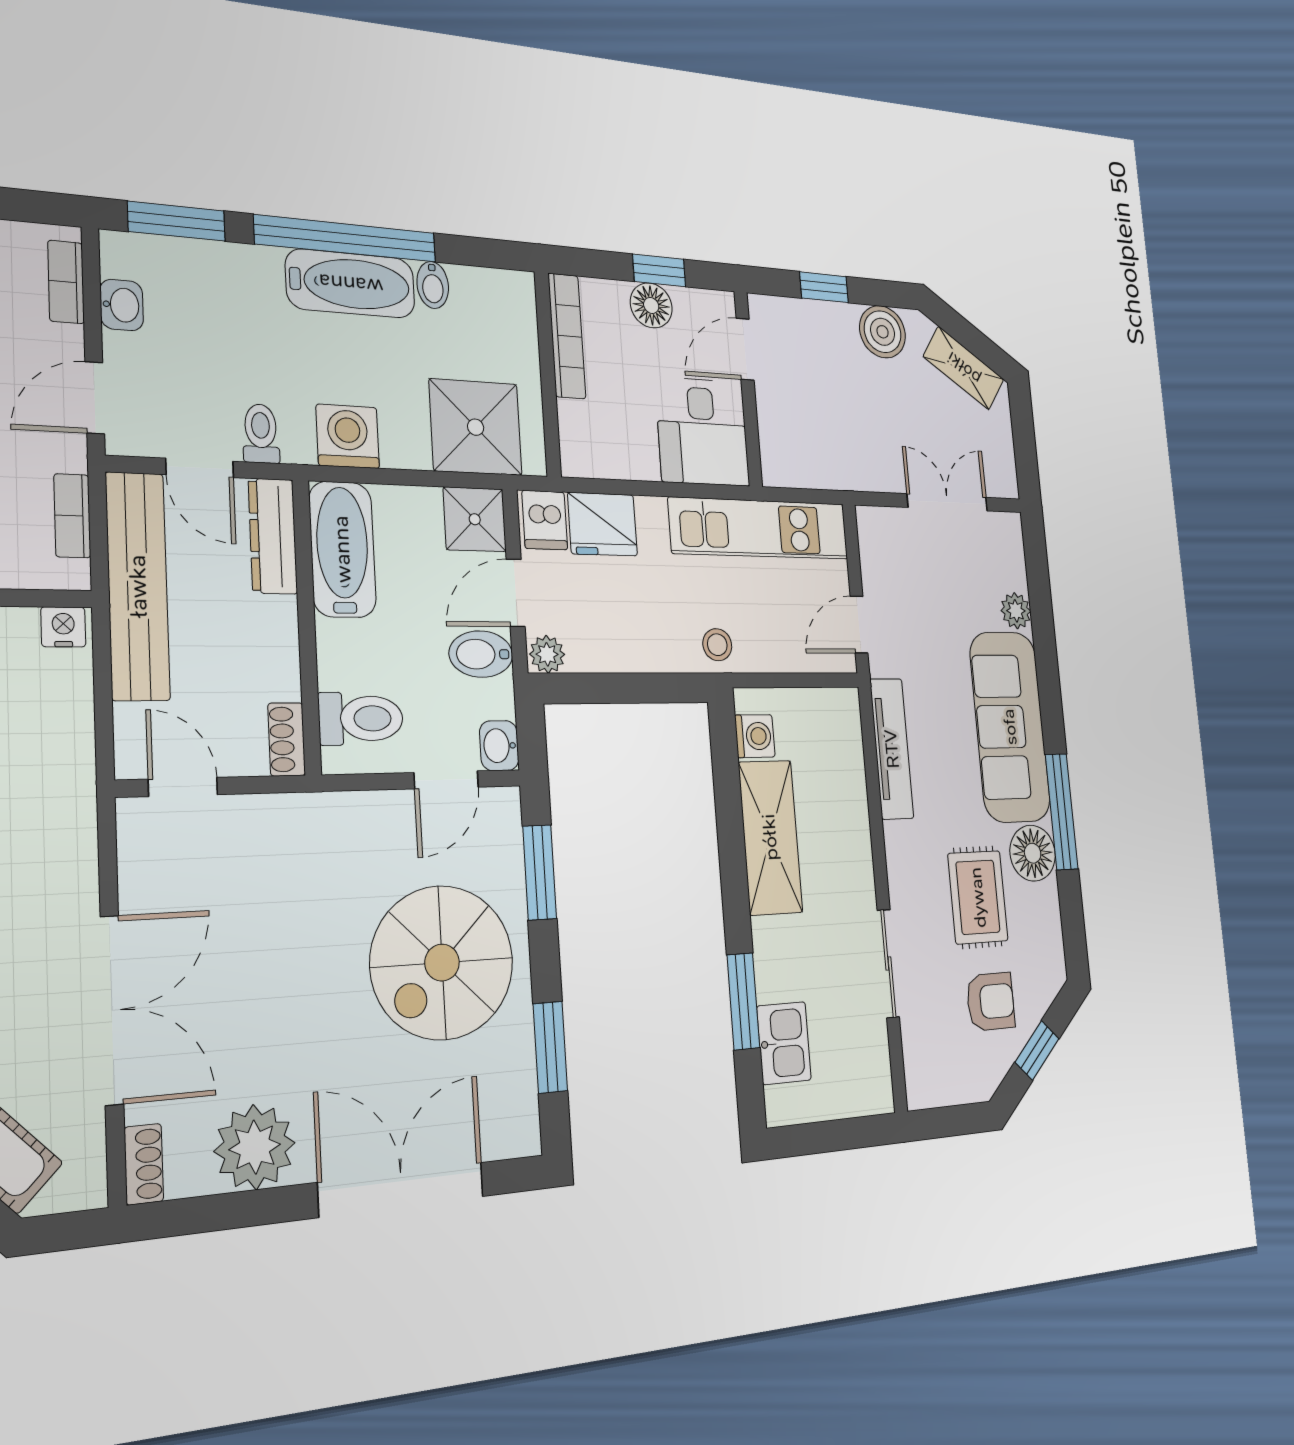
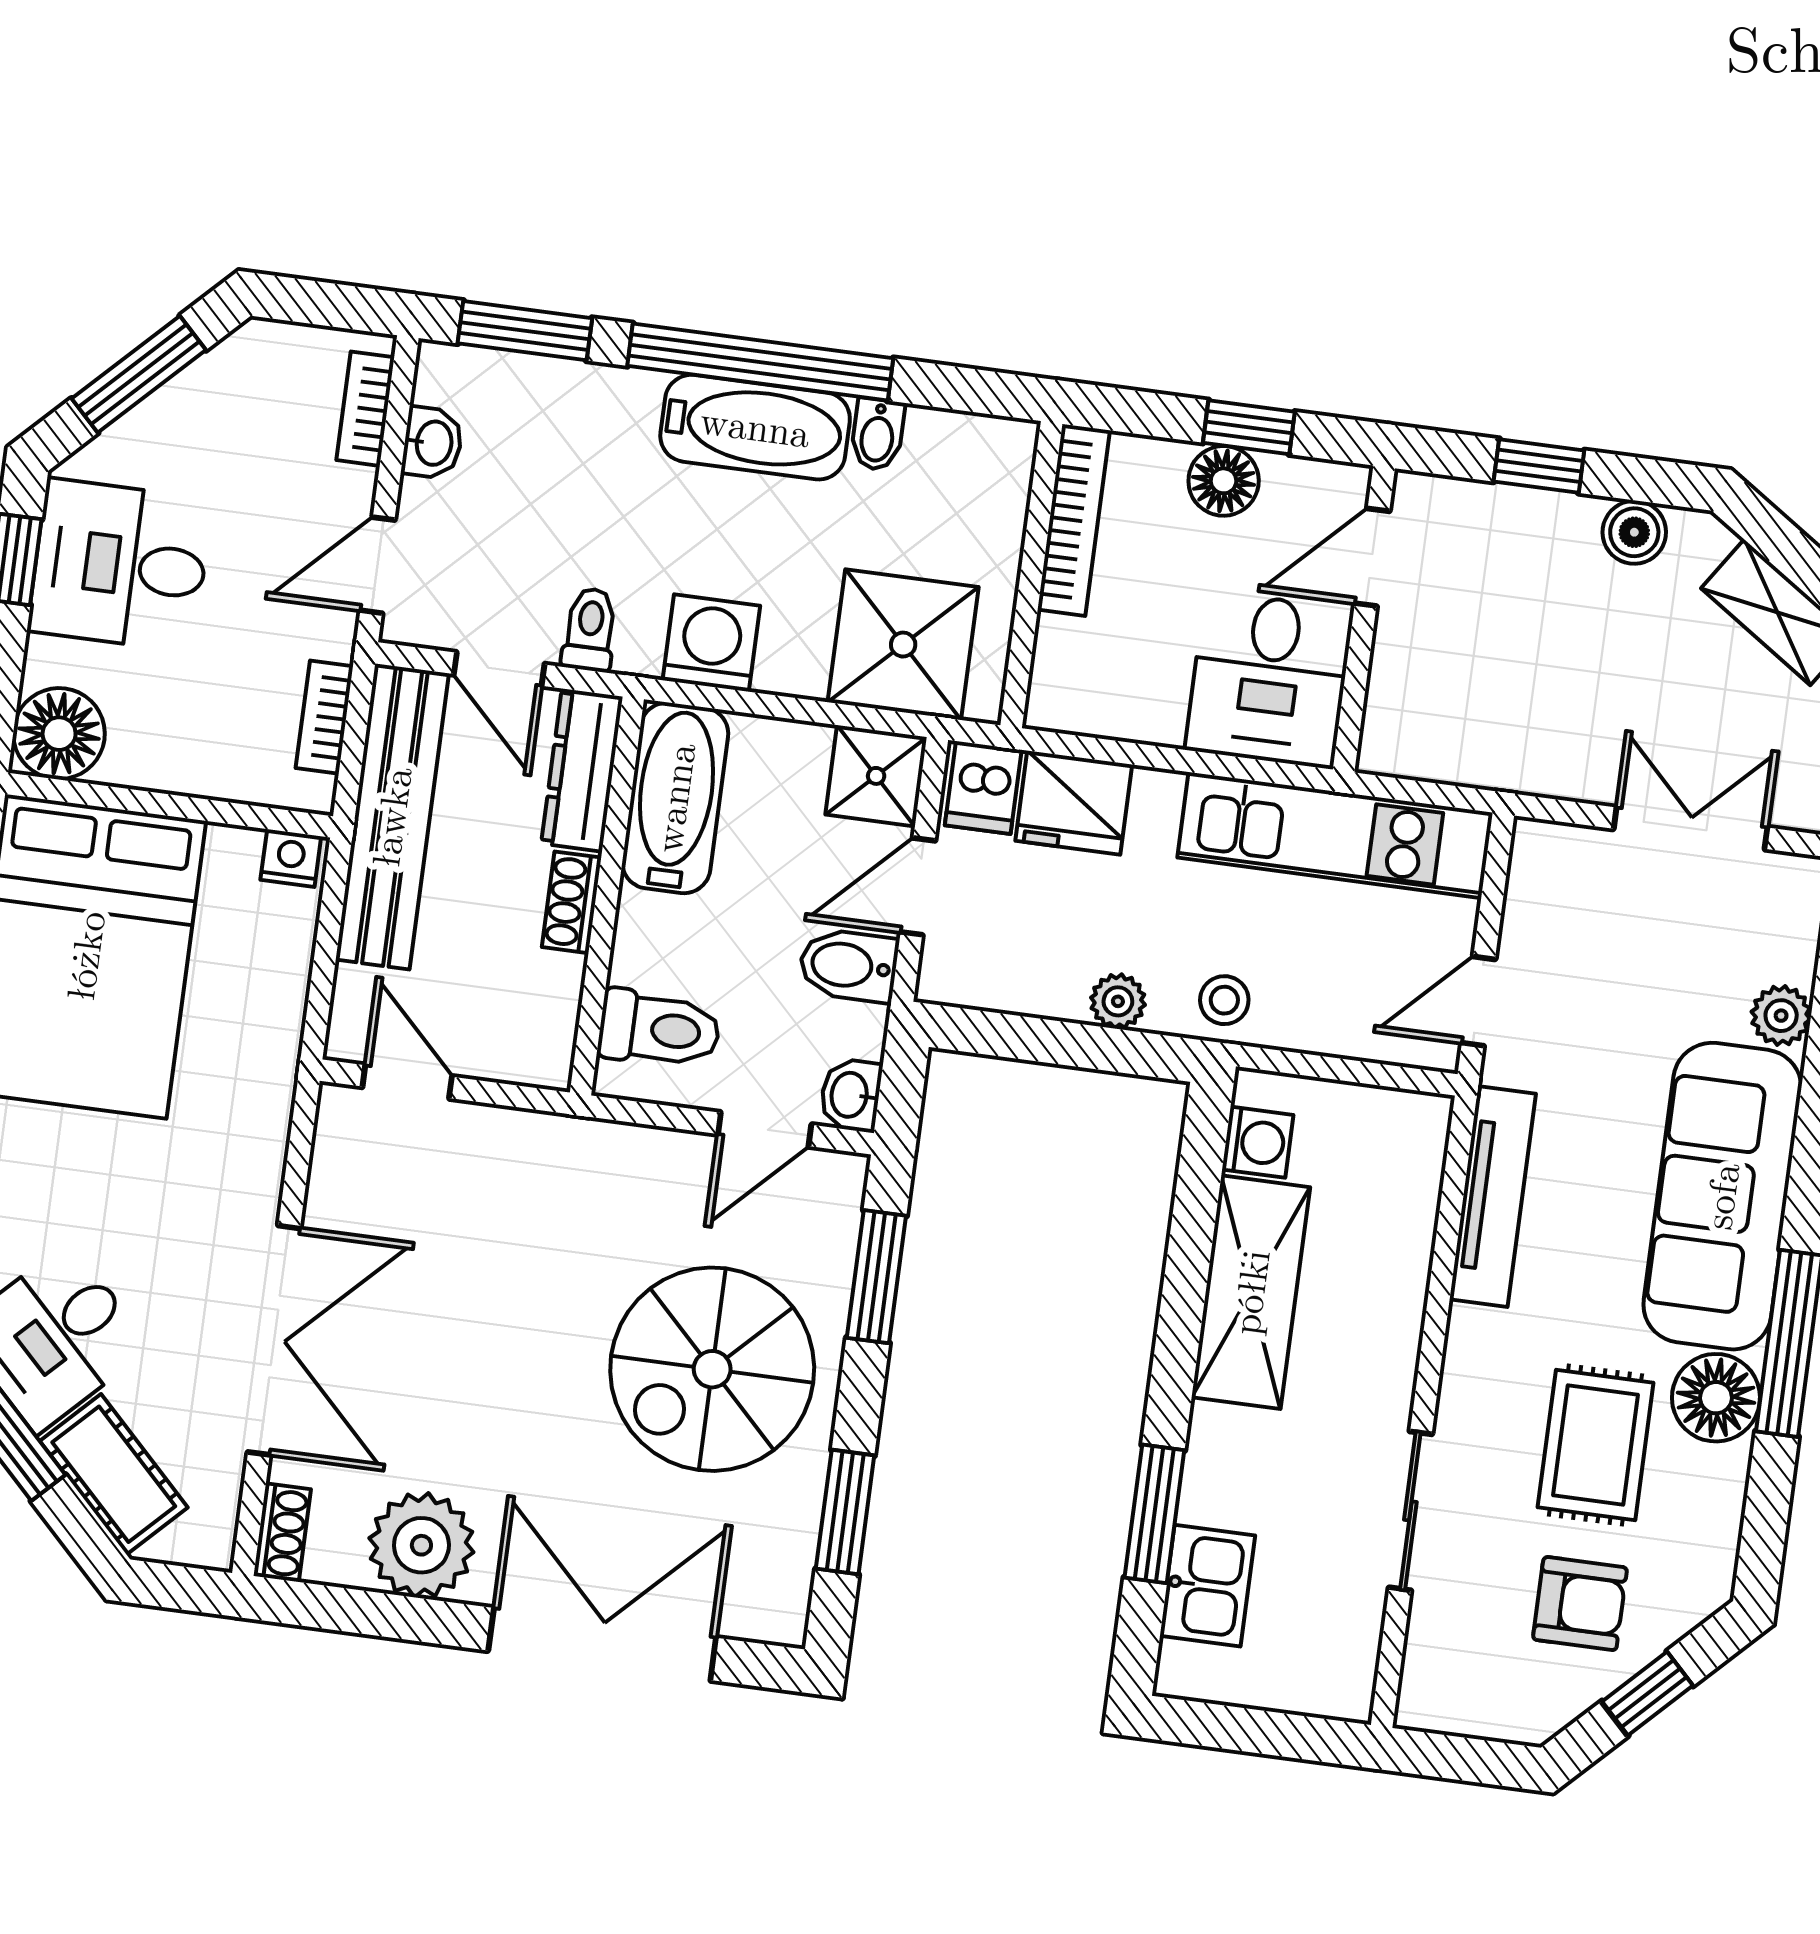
boiler: (883, 332) -> (1634, 532), width x0.73, depth x0.73
plant: (547, 654) -> (1118, 1001), moved
shoe rack: (287, 739) -> (572, 902), moved

